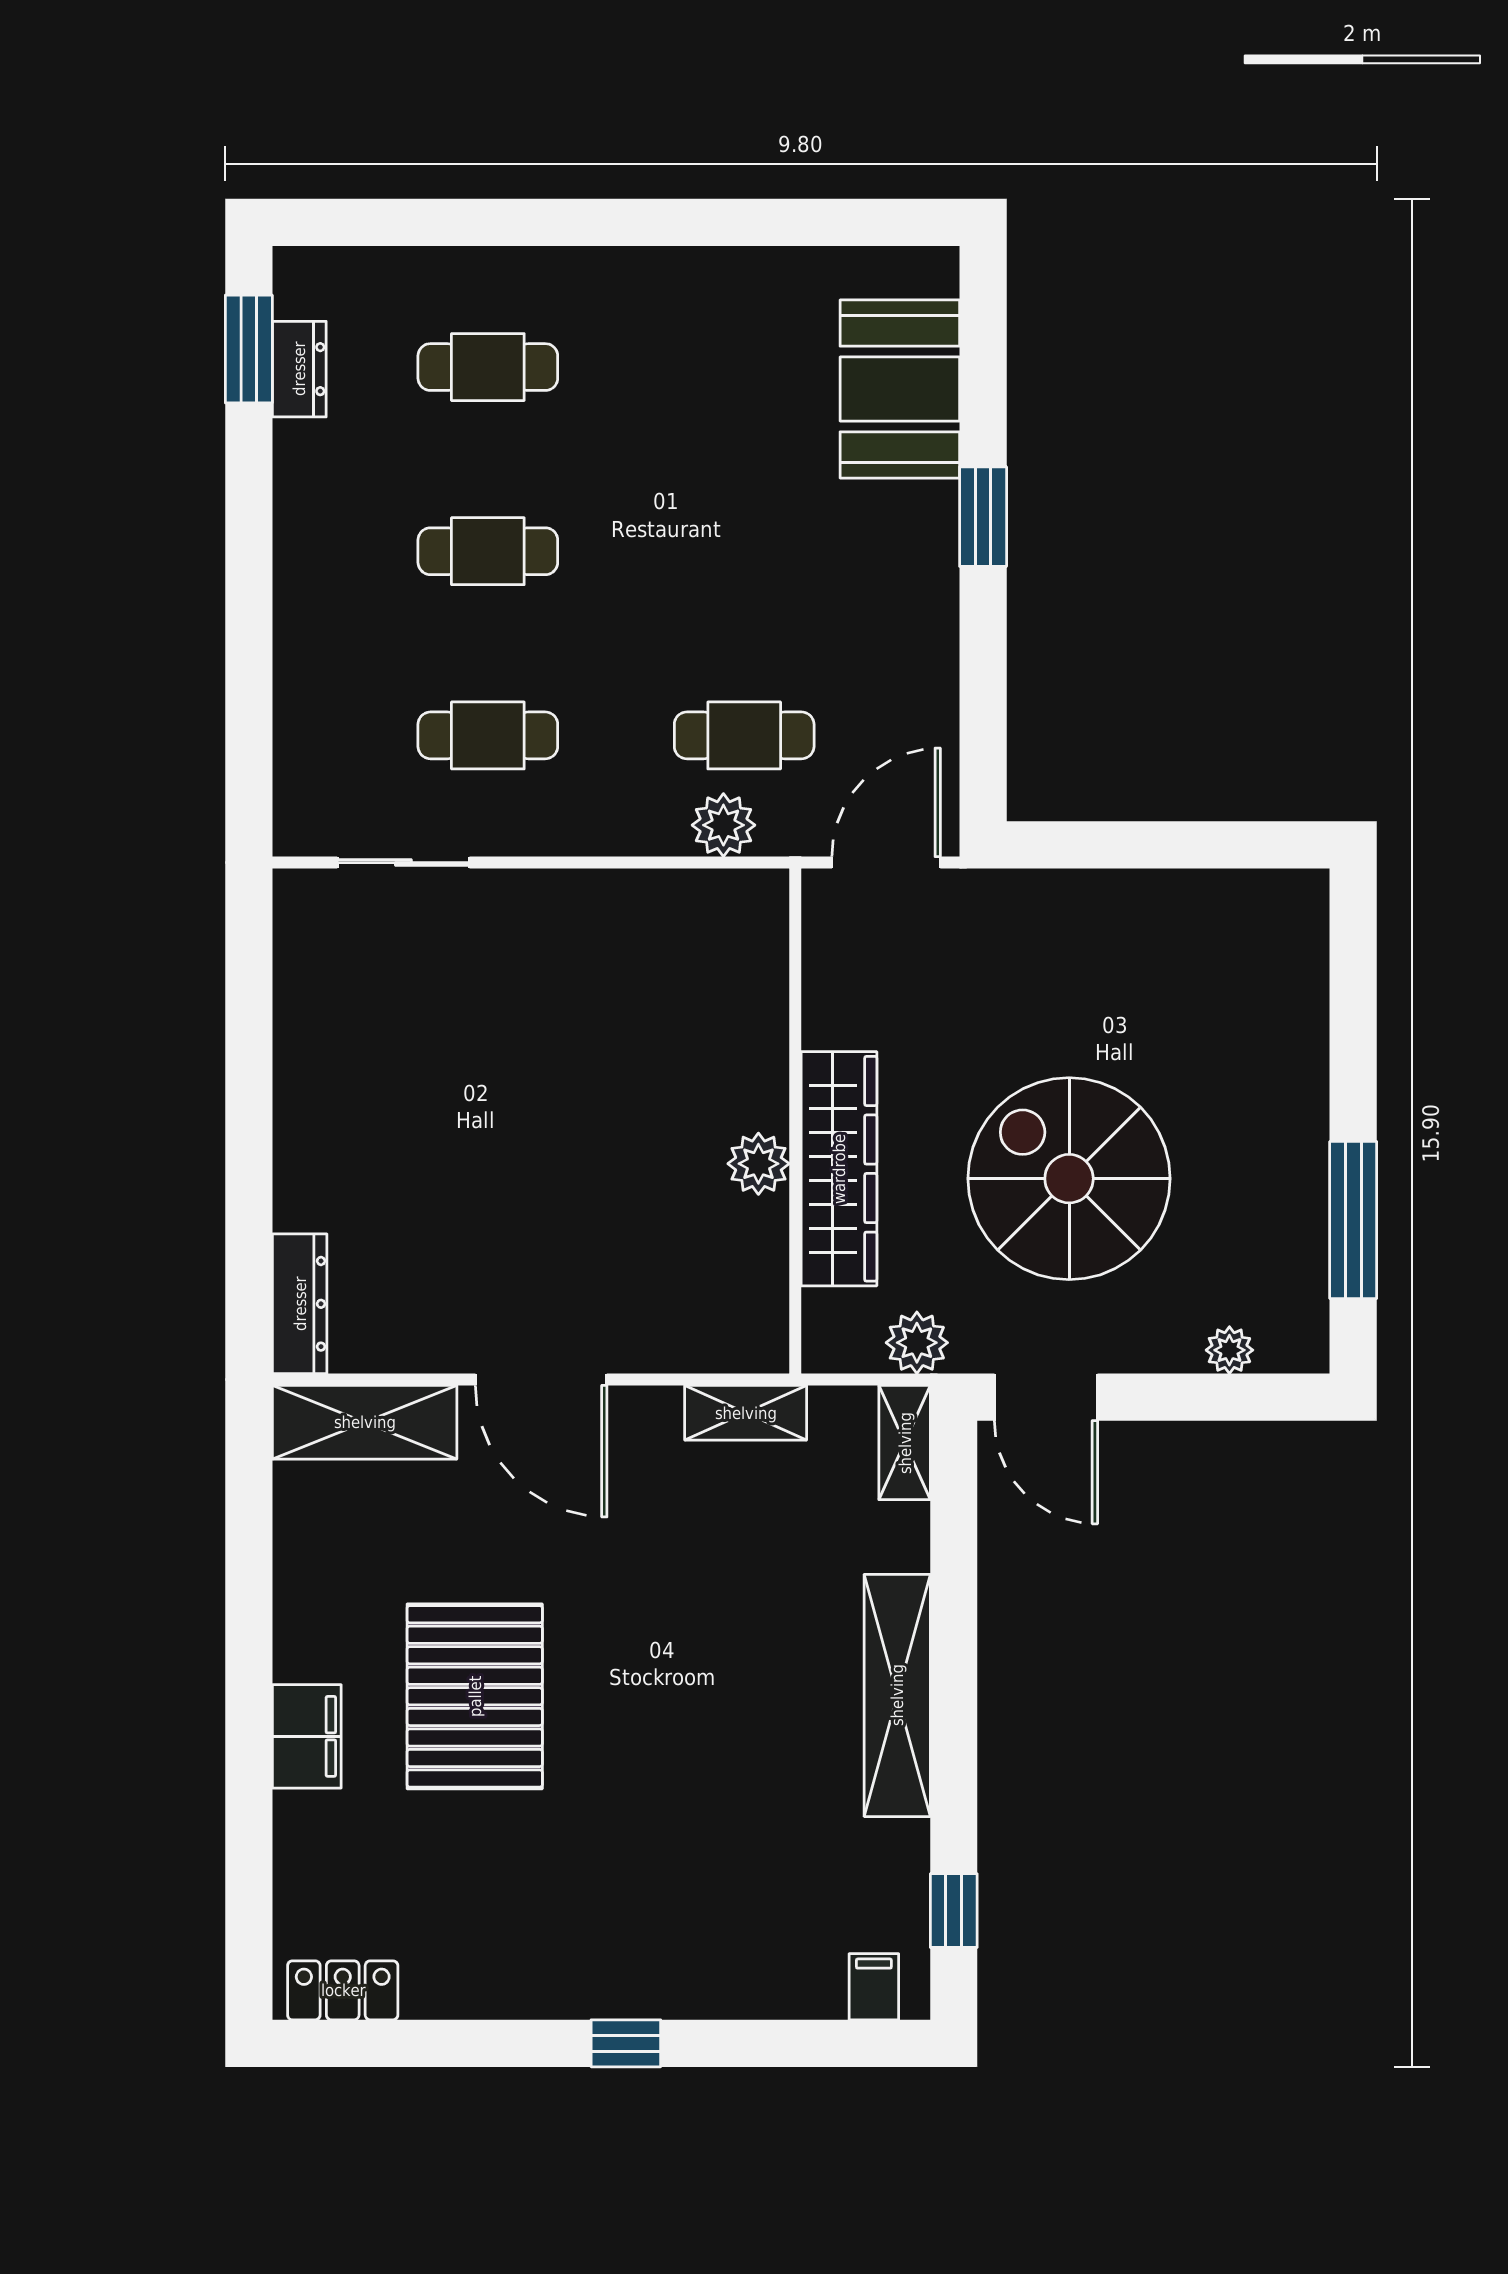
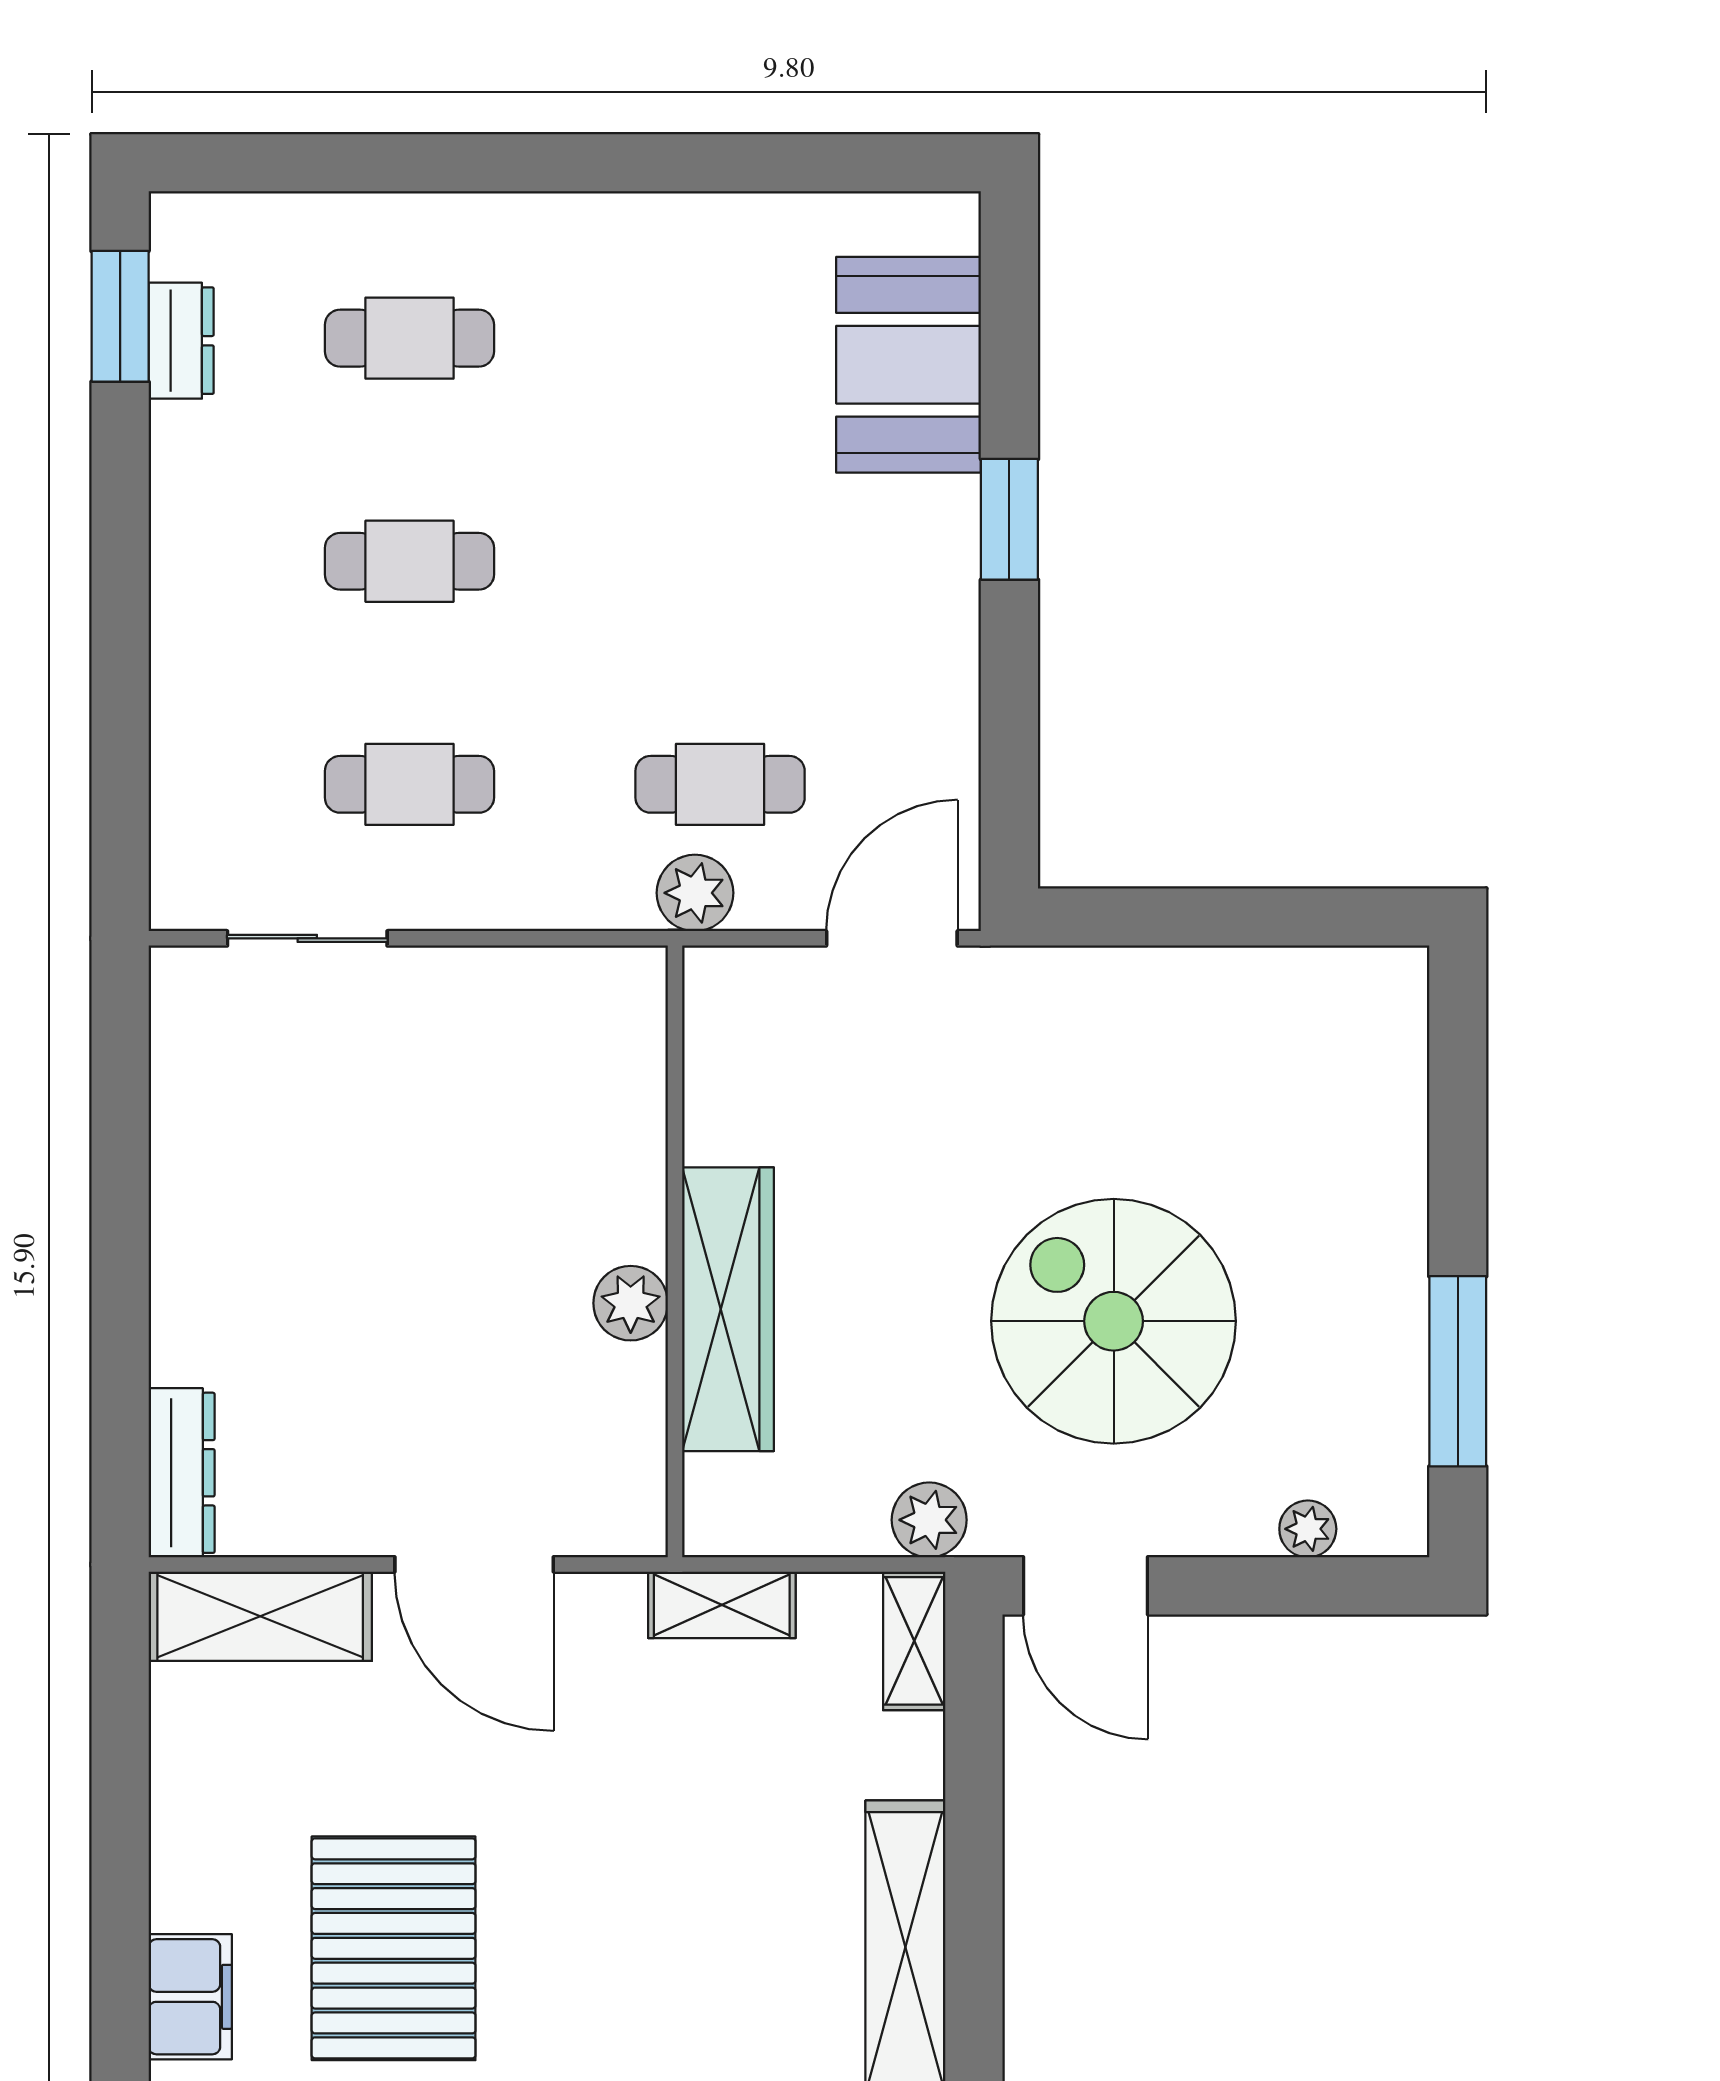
wall: (795, 1121) -> (675, 1251), moved
plant: (758, 1164) -> (631, 1303), moved
wardrobe: (839, 1169) -> (728, 1309), moved

